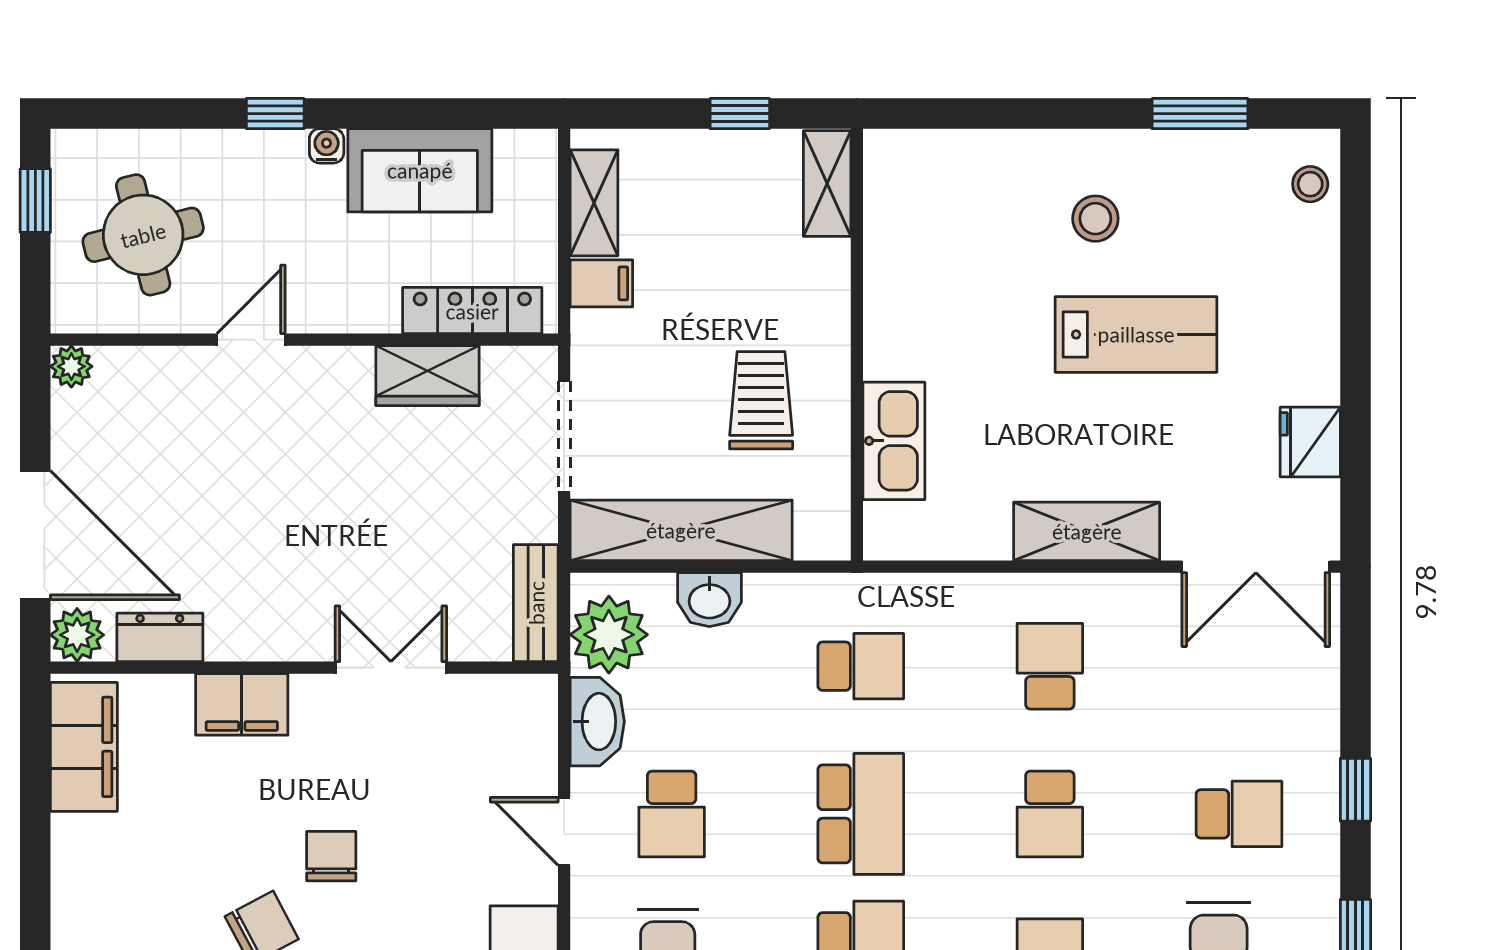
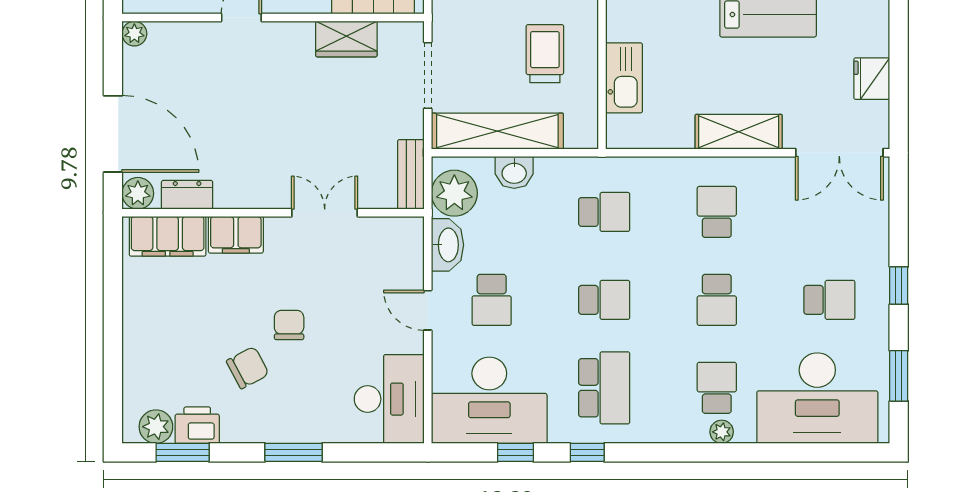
filing cabinet: (84, 747) -> (168, 236), moved, turned 90
school desk: (861, 814) -> (604, 300), width x0.54

